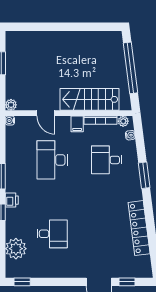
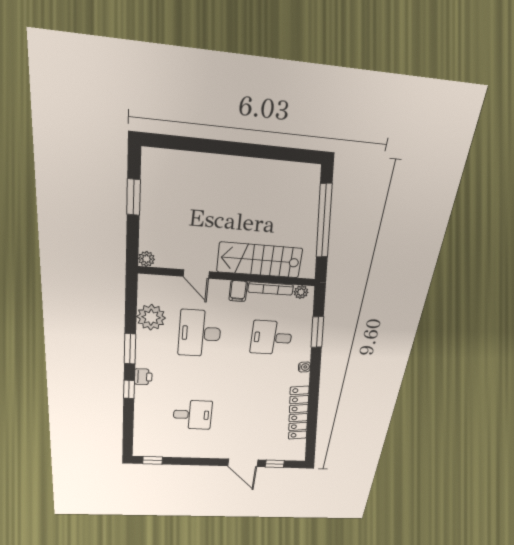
water cooler: (10, 120) -> (144, 280), removed
water cooler: (130, 135) -> (304, 367), moved
window: (144, 175) -> (317, 332), moved
plant: (16, 249) -> (151, 317), moved

